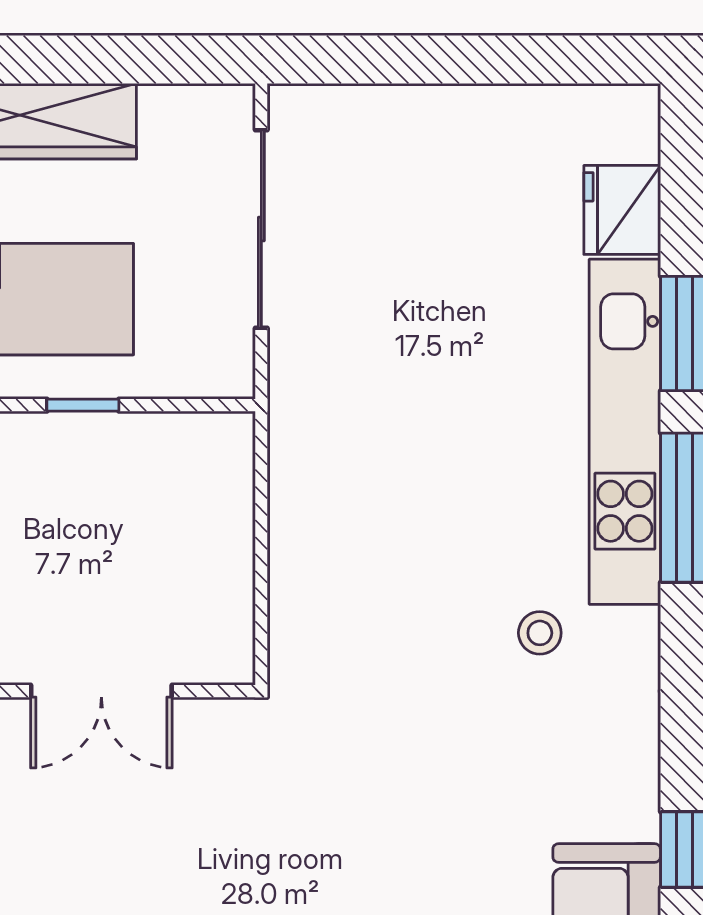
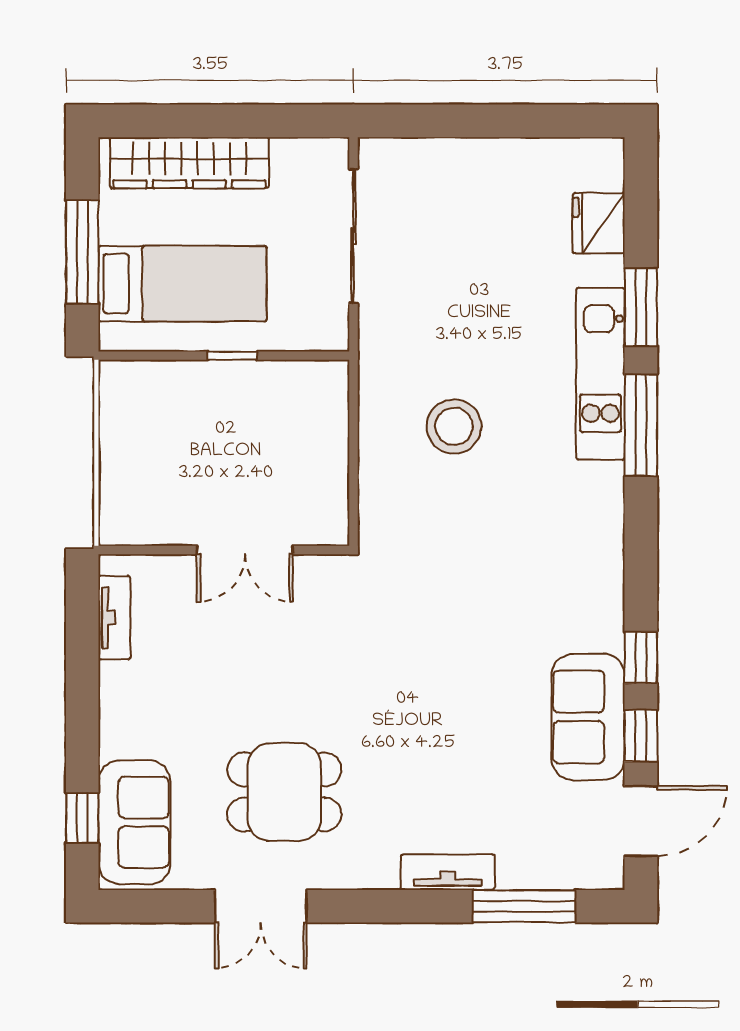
kitchen unit: (625, 432) -> (600, 374), width x0.73
stool: (540, 633) -> (454, 426), moved, width x1.89, depth x1.89

